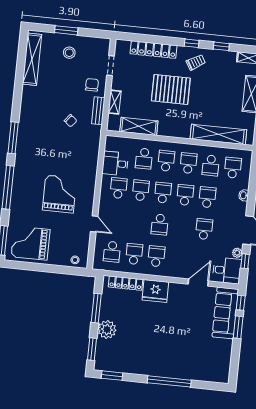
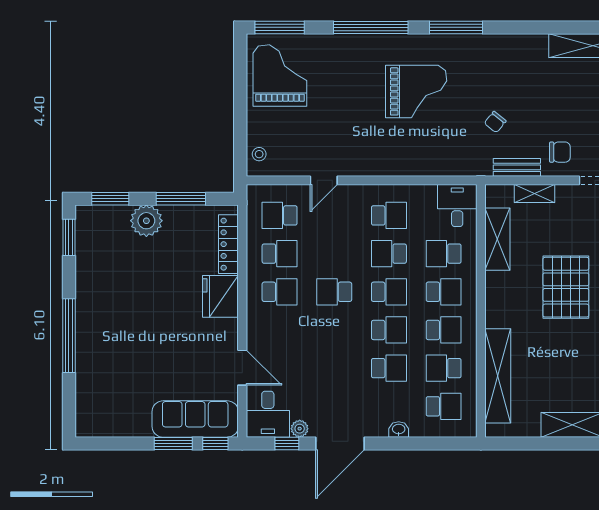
desk: (115, 163) -> (457, 206), moved
school desk: (141, 190) -> (389, 254), turned 180
grand piano: (60, 194) -> (416, 91), moved
school desk: (204, 229) -> (334, 368), removed

